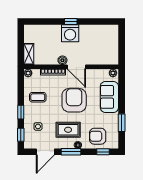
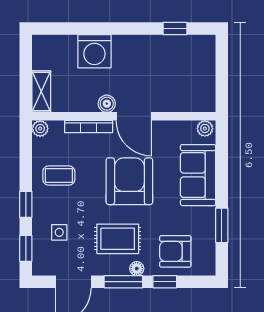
window: (71, 22) -> (175, 29), moved
washing machine: (70, 33) -> (94, 51), moved
window: (103, 152) -> (165, 282), moved

